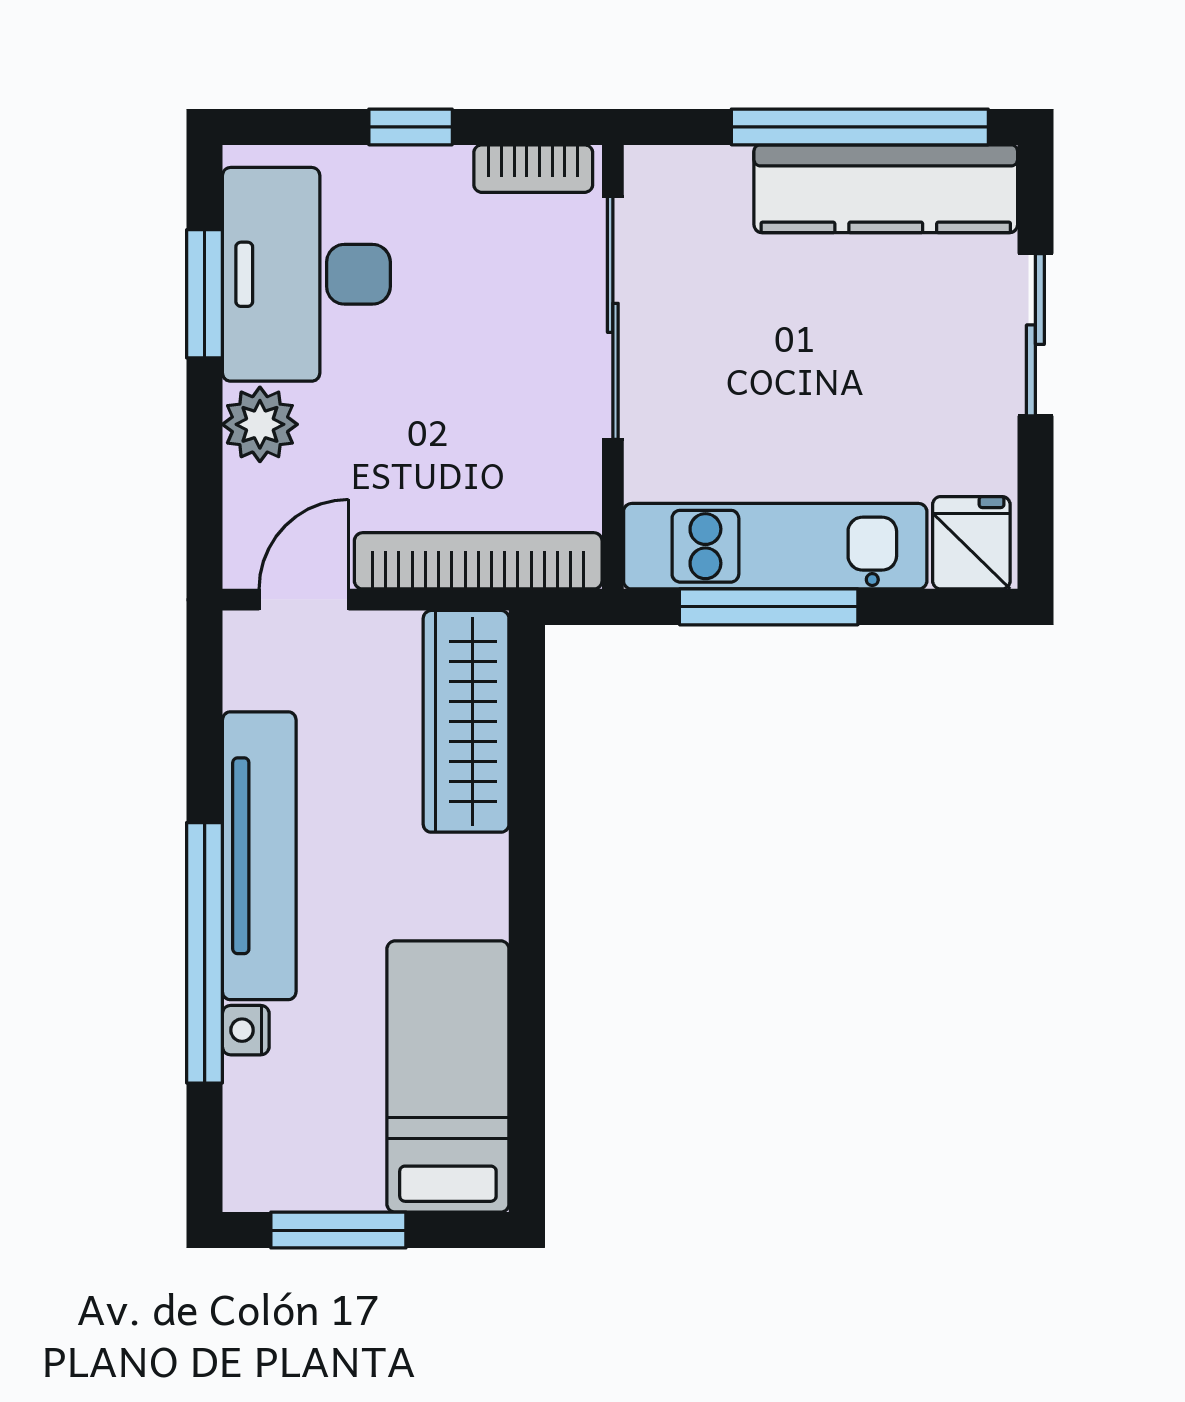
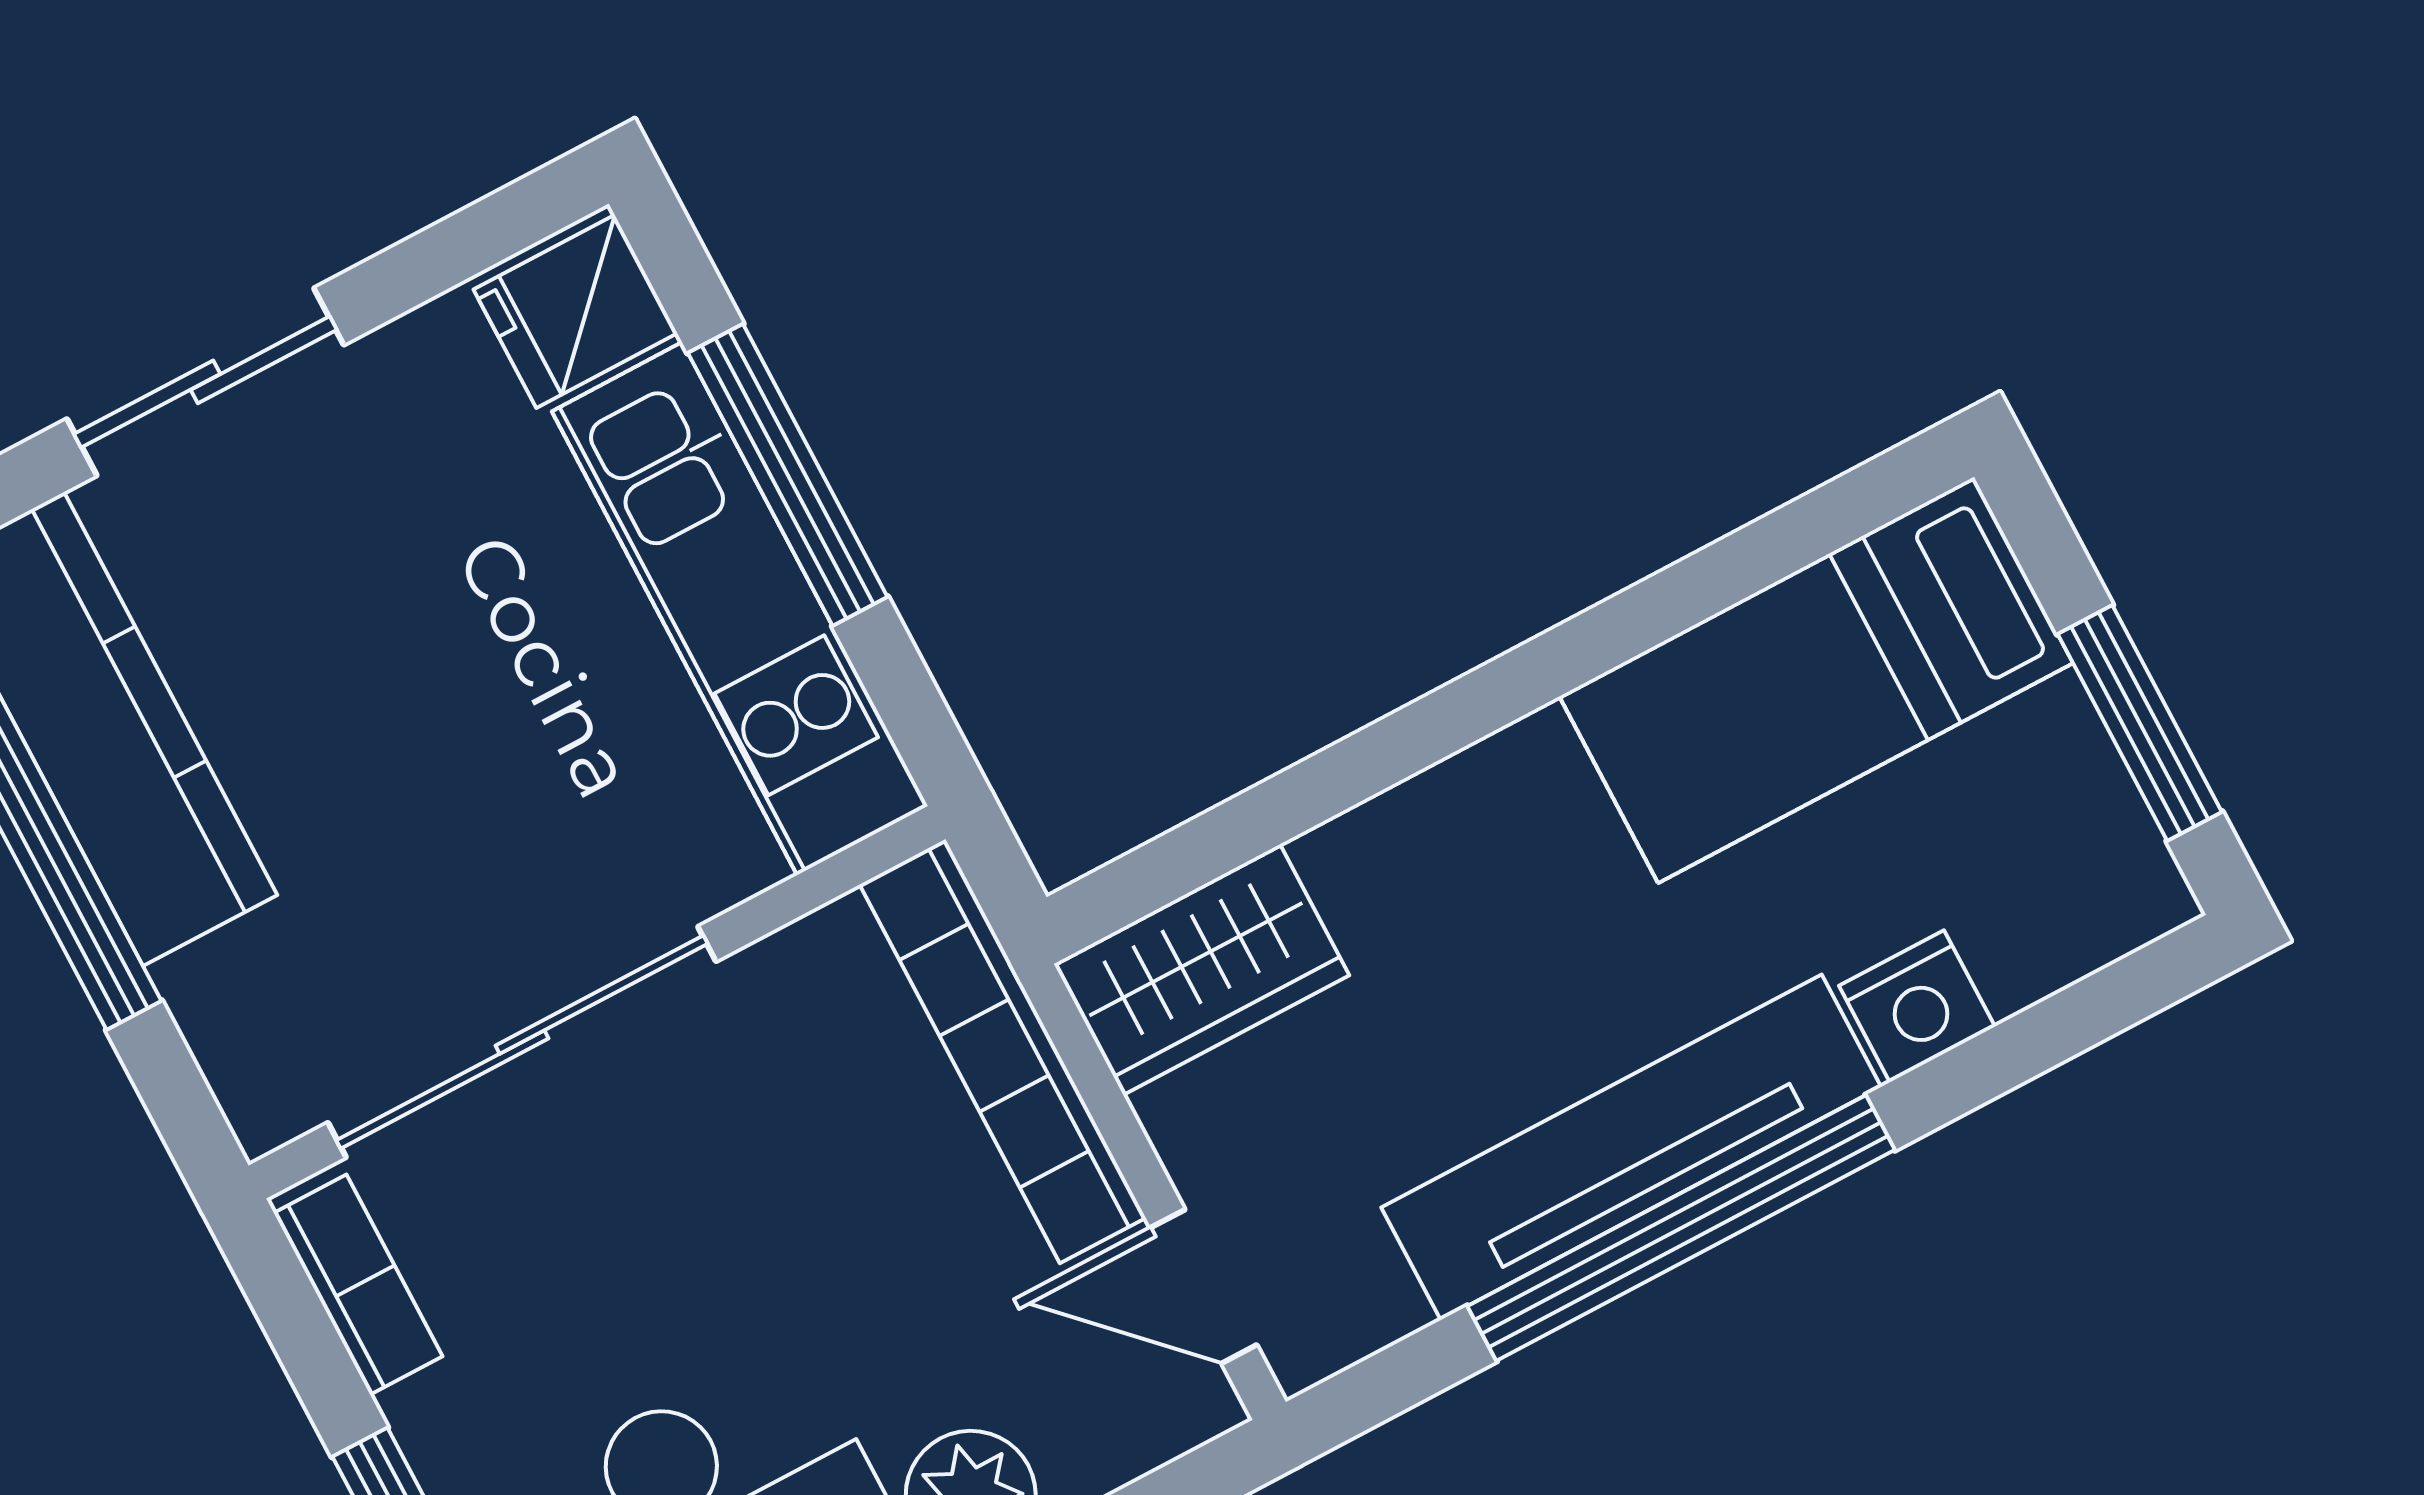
window: (769, 607) -> (788, 475), moved
wardrobe: (466, 721) -> (1202, 970), width x0.67
window: (205, 953) -> (1681, 1228), moved
nightstand: (246, 1030) -> (1917, 1006), width x1.39, depth x1.35

